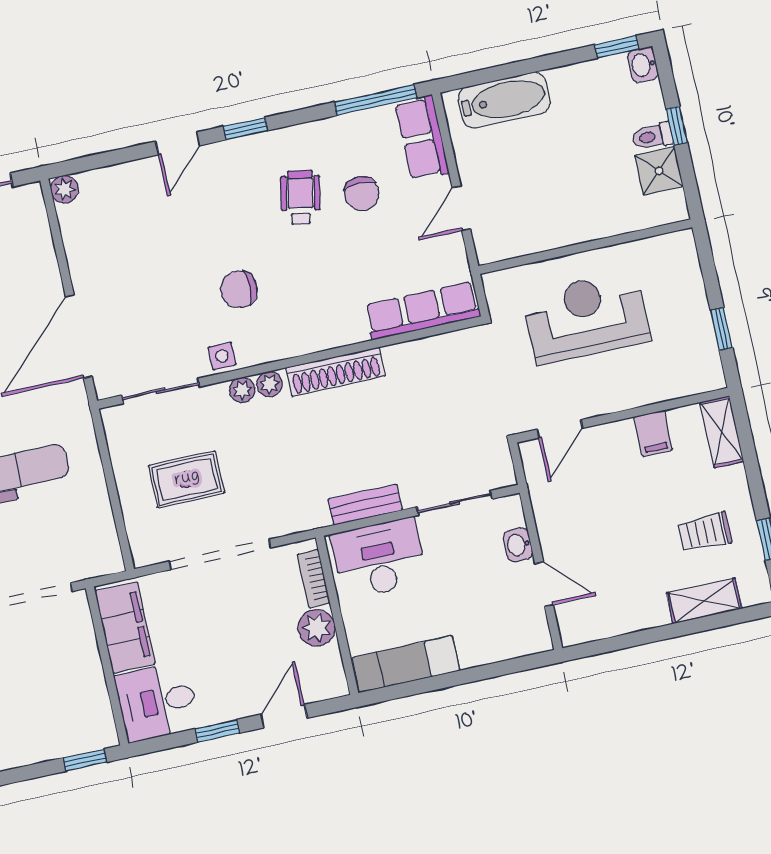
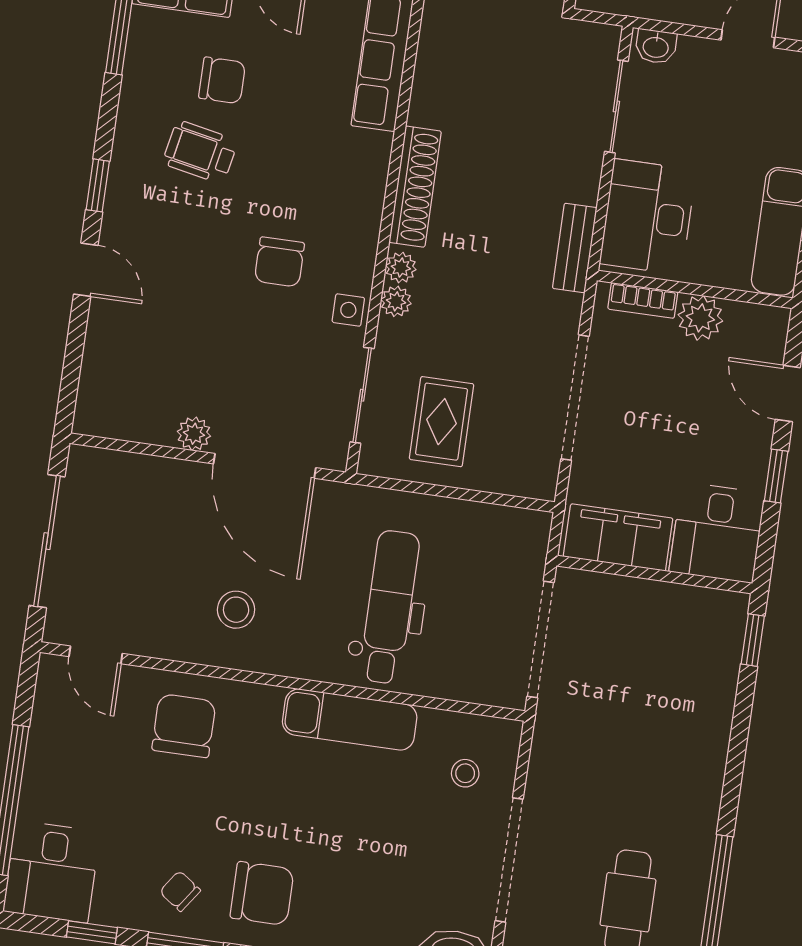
plant: (65, 189) -> (194, 434), moved
rug: (187, 479) -> (442, 422), moved
bench: (365, 505) -> (575, 248), moved
washbasin: (518, 545) -> (656, 46), moved

